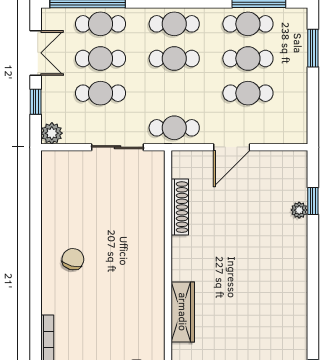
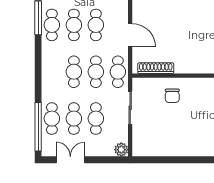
cafe table: (174, 24) -> (96, 72), moved
window: (36, 102) -> (101, 160), removed
shoe rack: (180, 207) -> (156, 68), moved
chair: (73, 259) -> (172, 96), moved, turned -105

